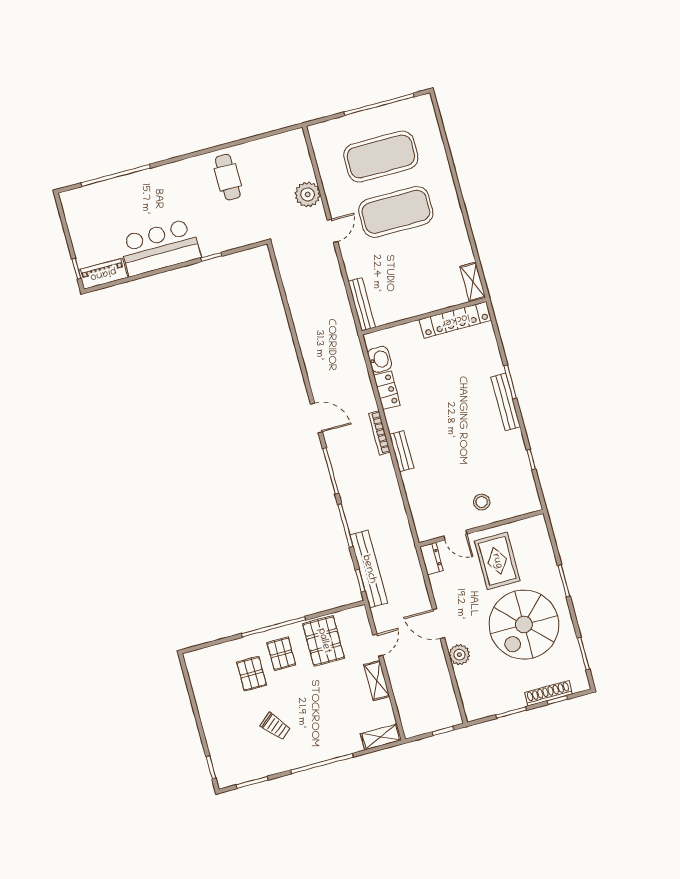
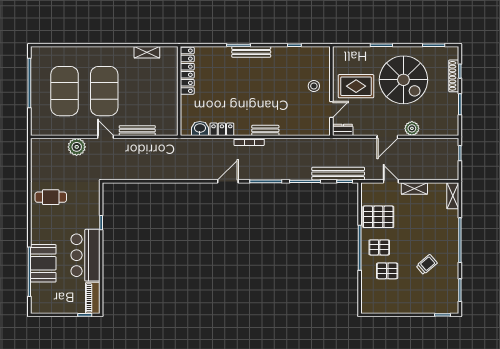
booth: (133, 192) -> (43, 263), added
shelving: (473, 282) -> (147, 52), moved
bench: (362, 304) -> (137, 131), moved

